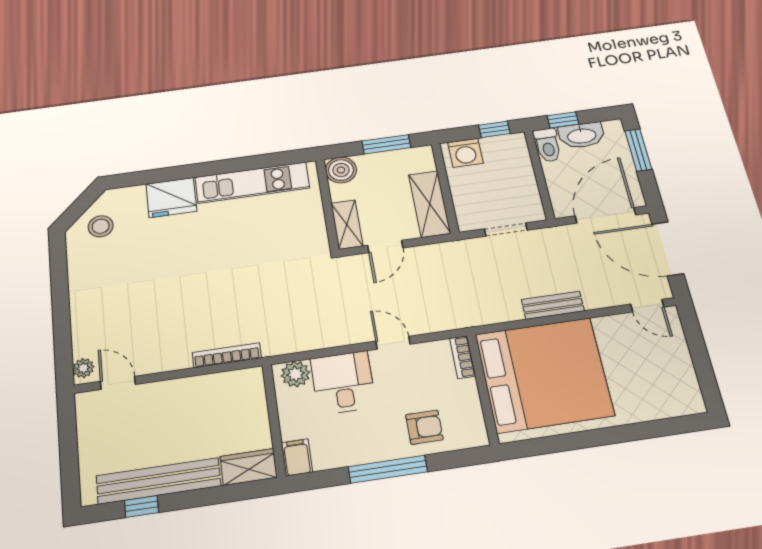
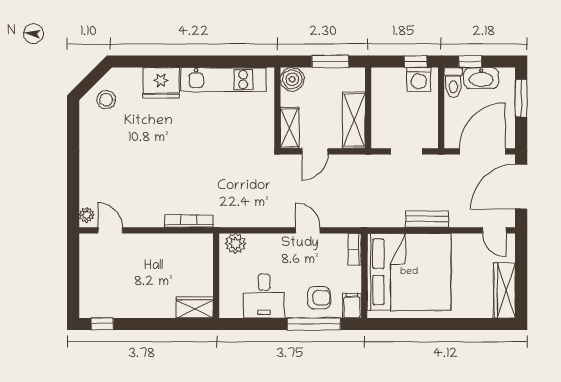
washing machine: (465, 153) -> (419, 79), moved
door: (668, 249) -> (521, 187), hinge flipped
wardrobe: (683, 379) -> (505, 291), added
desk: (343, 383) -> (264, 296), moved, turned 180
filing cabinet: (297, 457) -> (352, 306), moved
window: (388, 469) -> (314, 324), moved
bench: (159, 481) -> (133, 308), removed
window: (141, 506) -> (102, 324), moved

